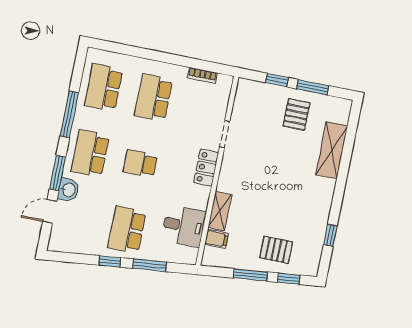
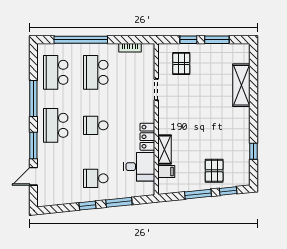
window: (143, 53) -> (81, 40), added
pallet: (296, 114) -> (181, 64), moved
locker: (206, 168) -> (147, 137), moved
washbasin: (68, 190) -> (44, 157), removed
school desk: (127, 230) -> (96, 178), width x0.54
pallet: (276, 250) -> (214, 171), turned 90

